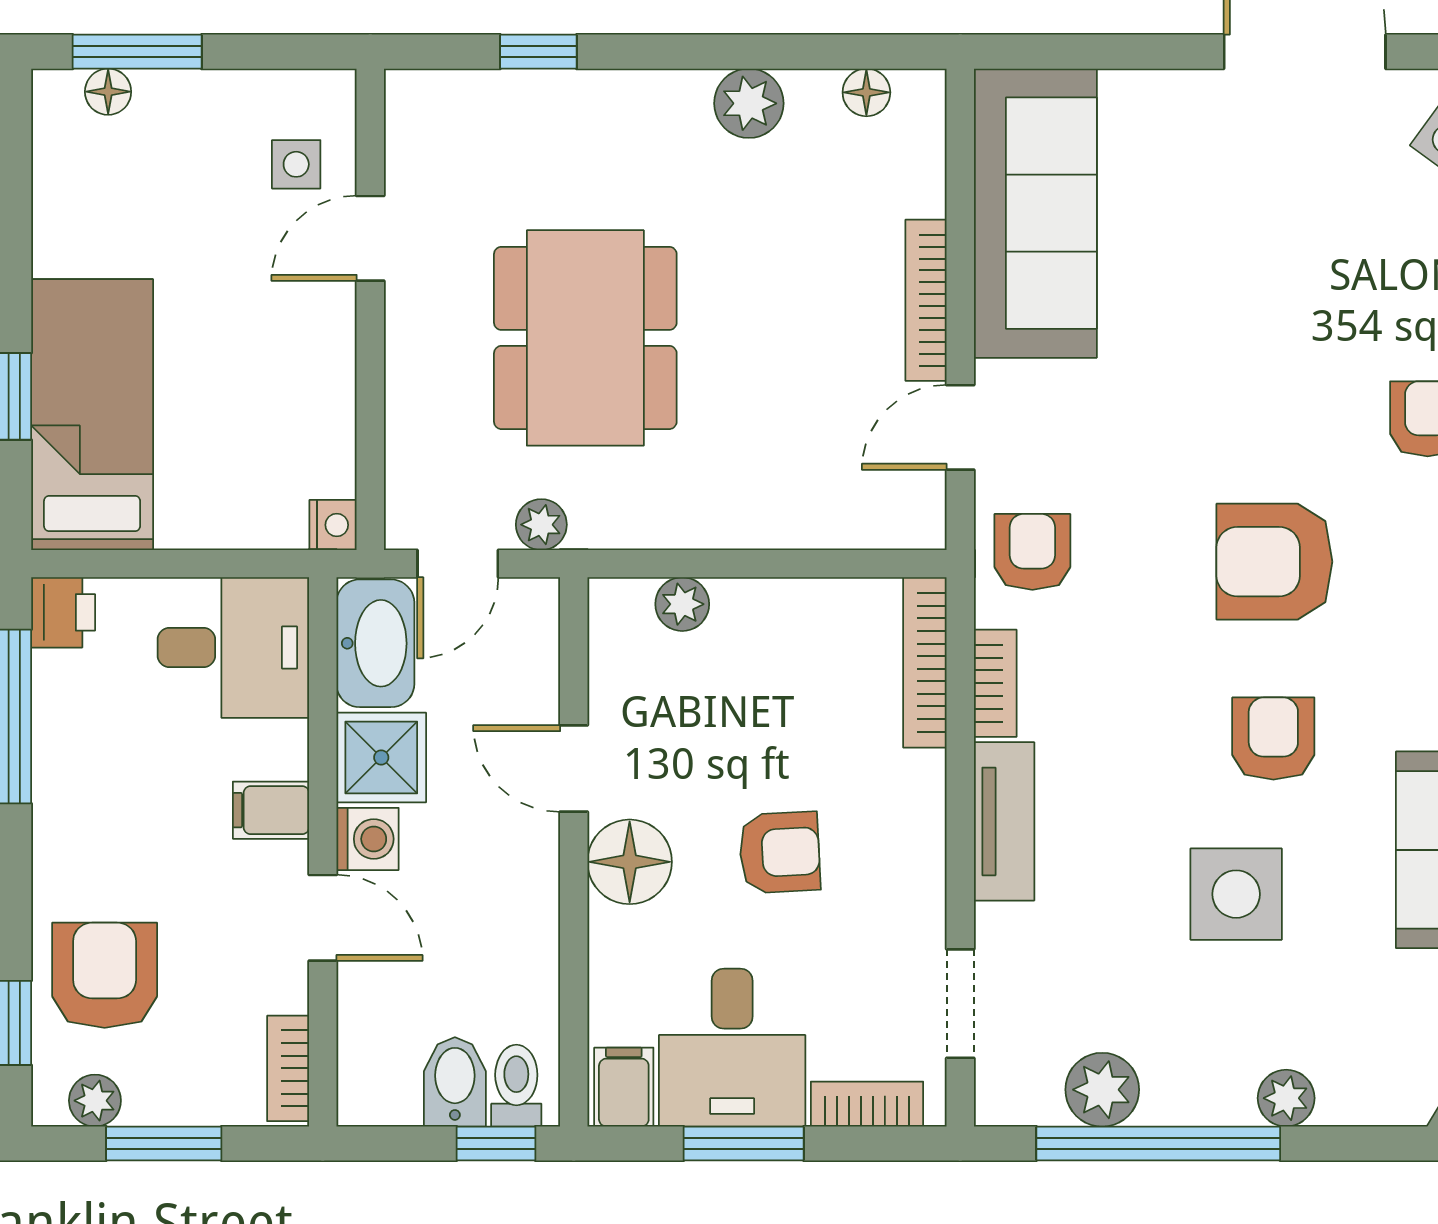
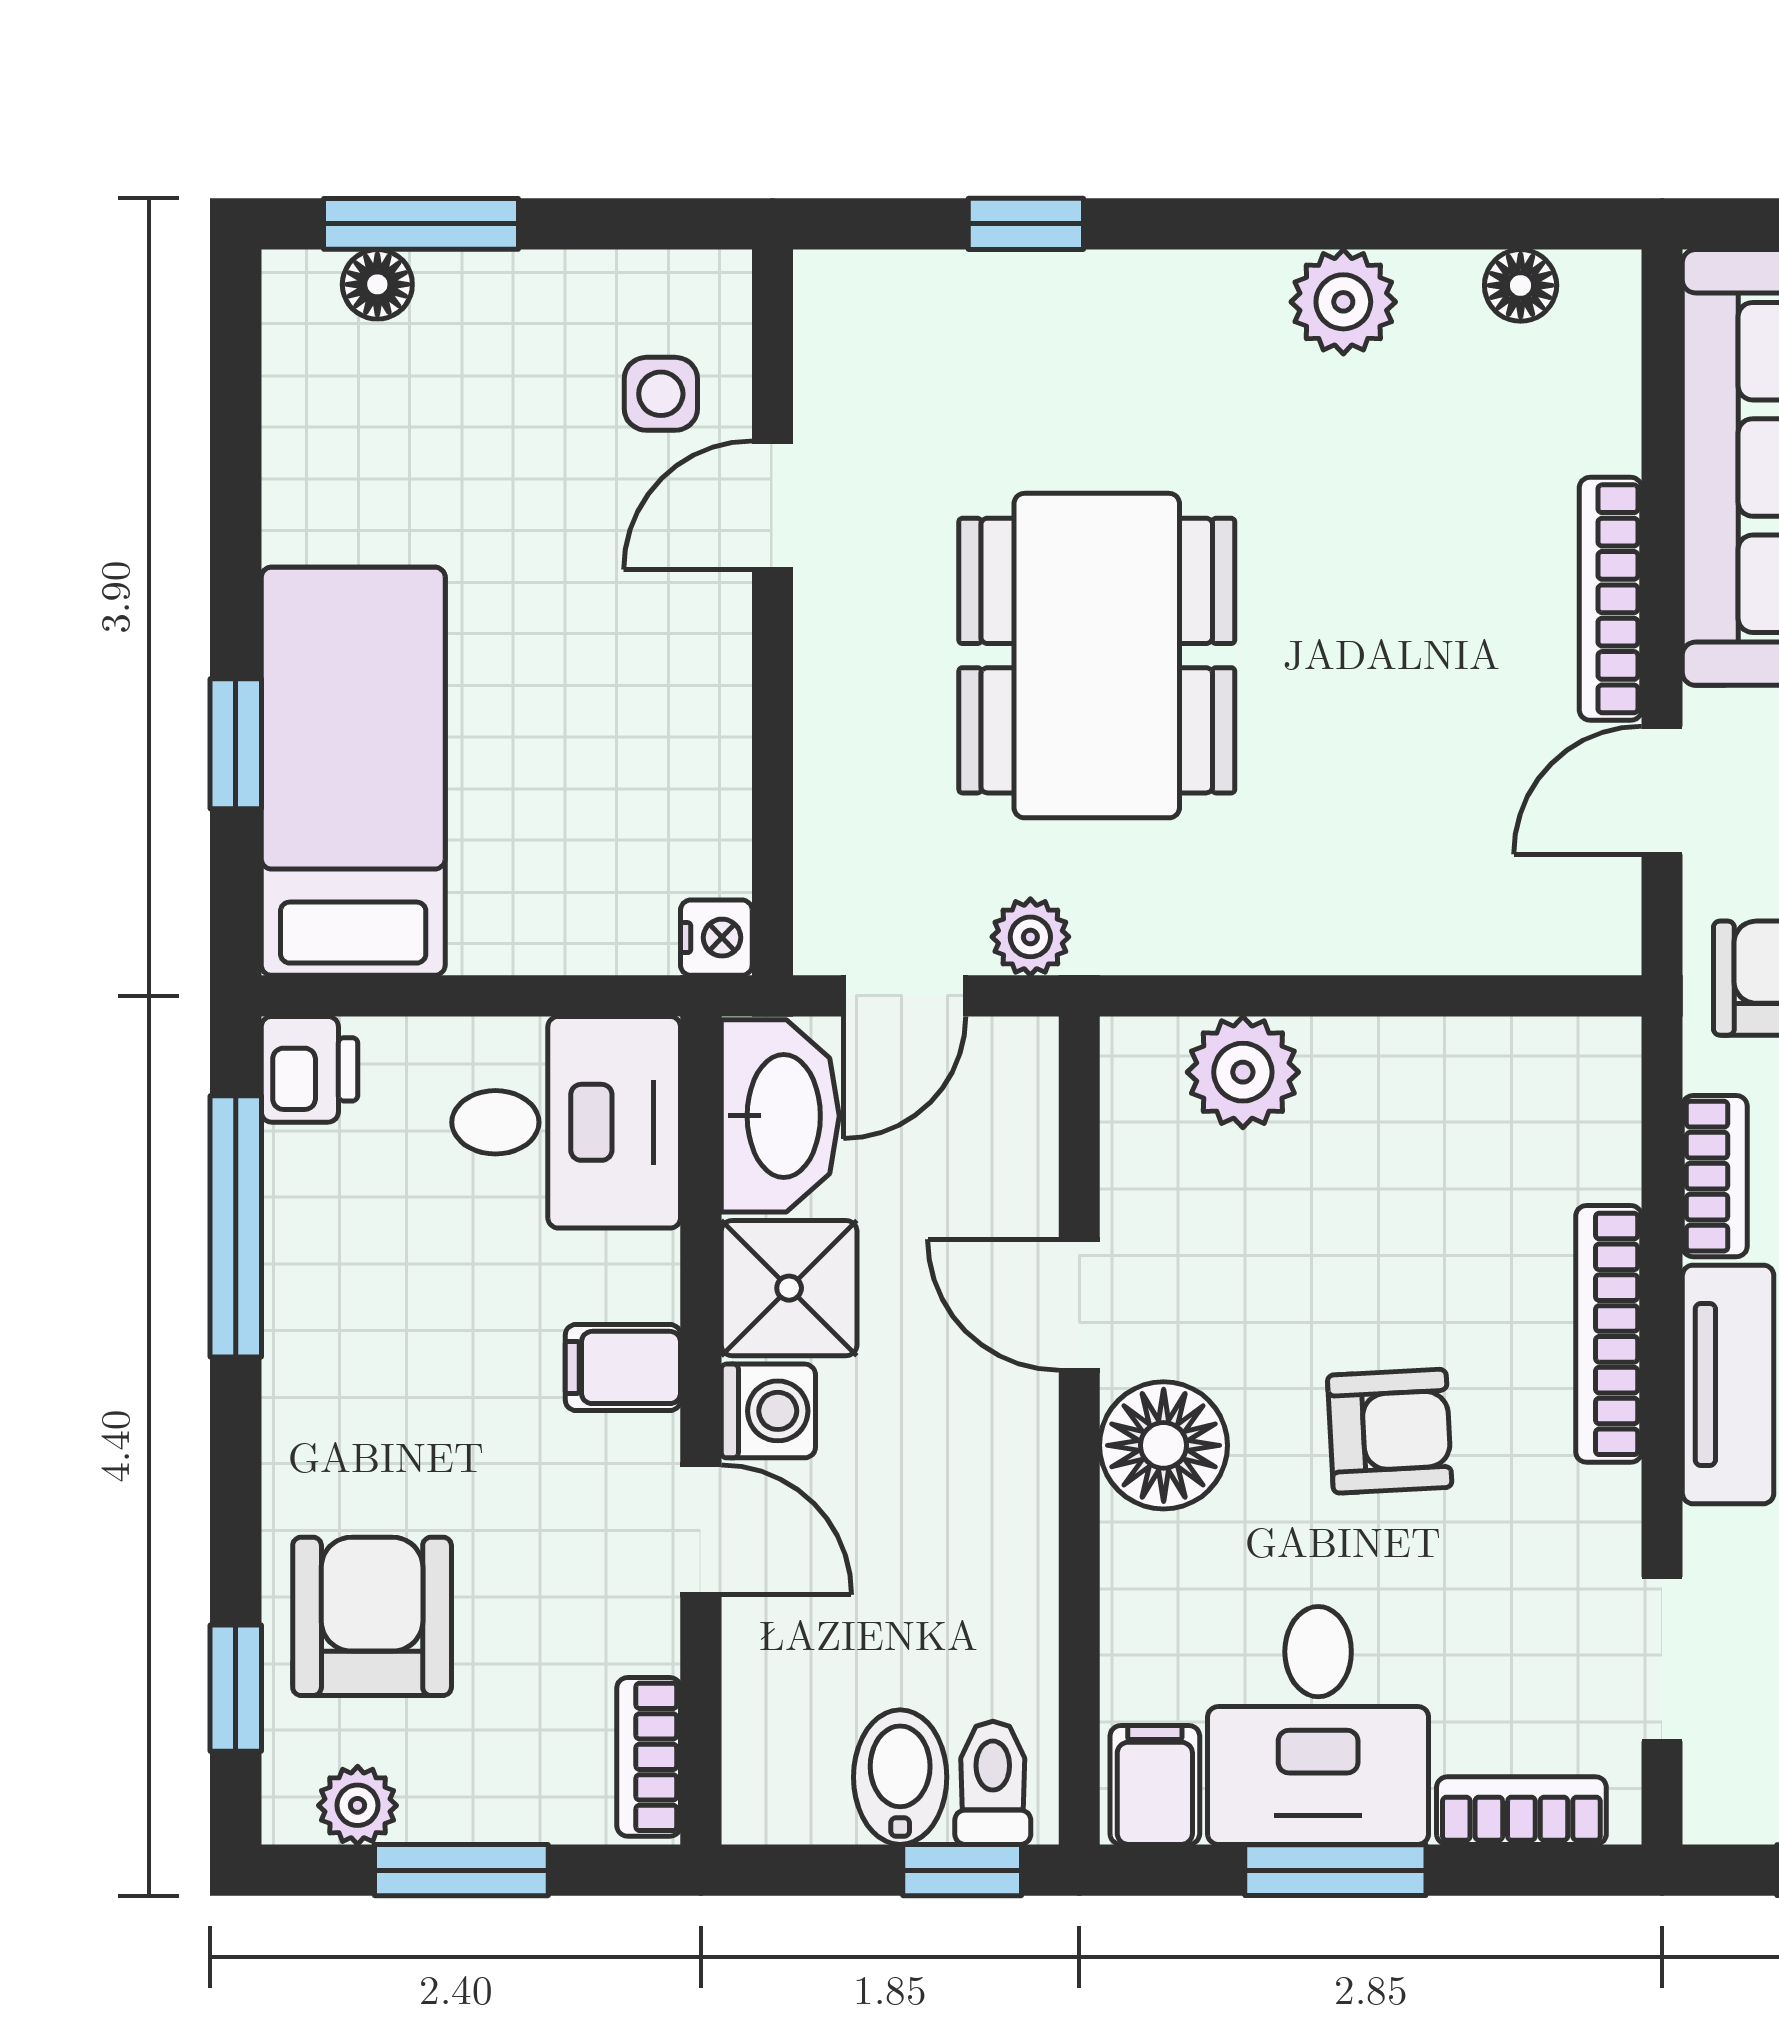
plant: (682, 604) -> (1243, 1072), width x1.38, depth x1.38
bookcase: (925, 662) -> (1609, 1334), moved

